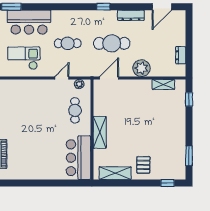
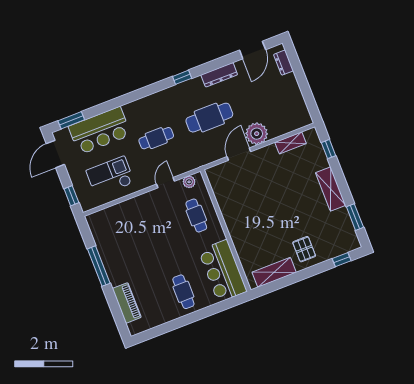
dresser: (181, 55) -> (284, 63), moved
door: (109, 78) -> (239, 154), moved
shelving: (100, 132) -> (331, 189), moved
cafe table: (44, 162) -> (183, 292), added

